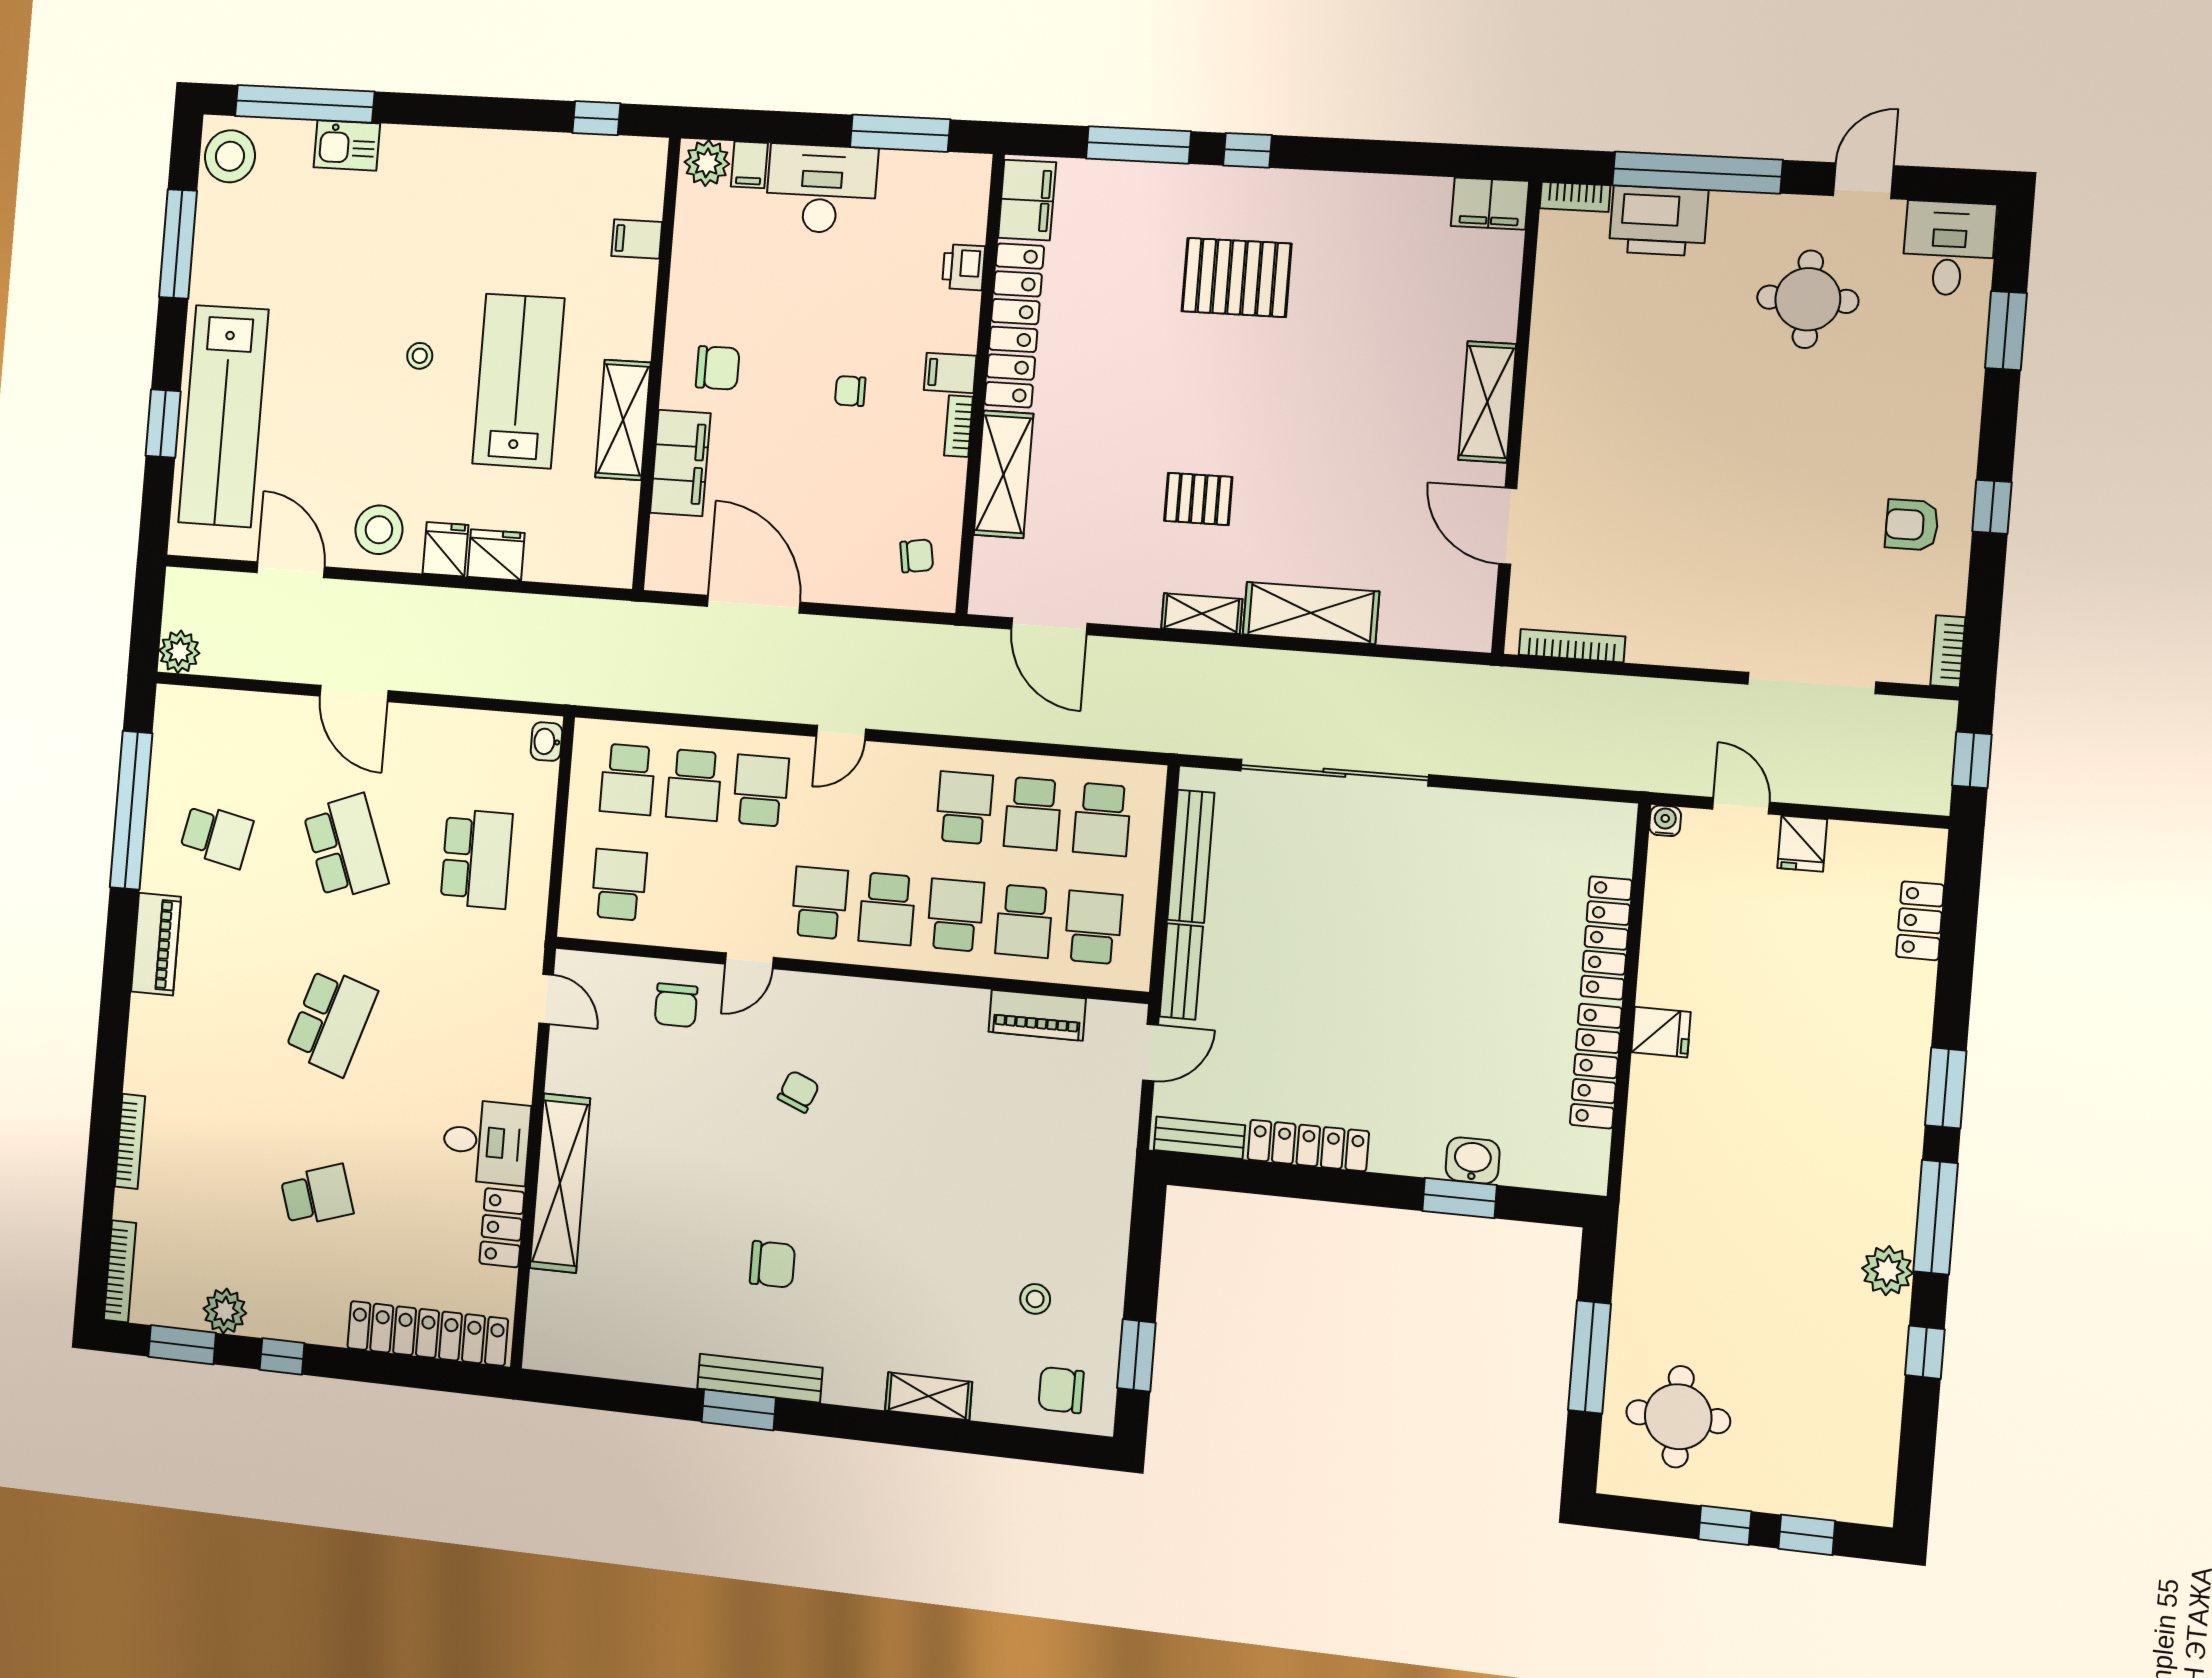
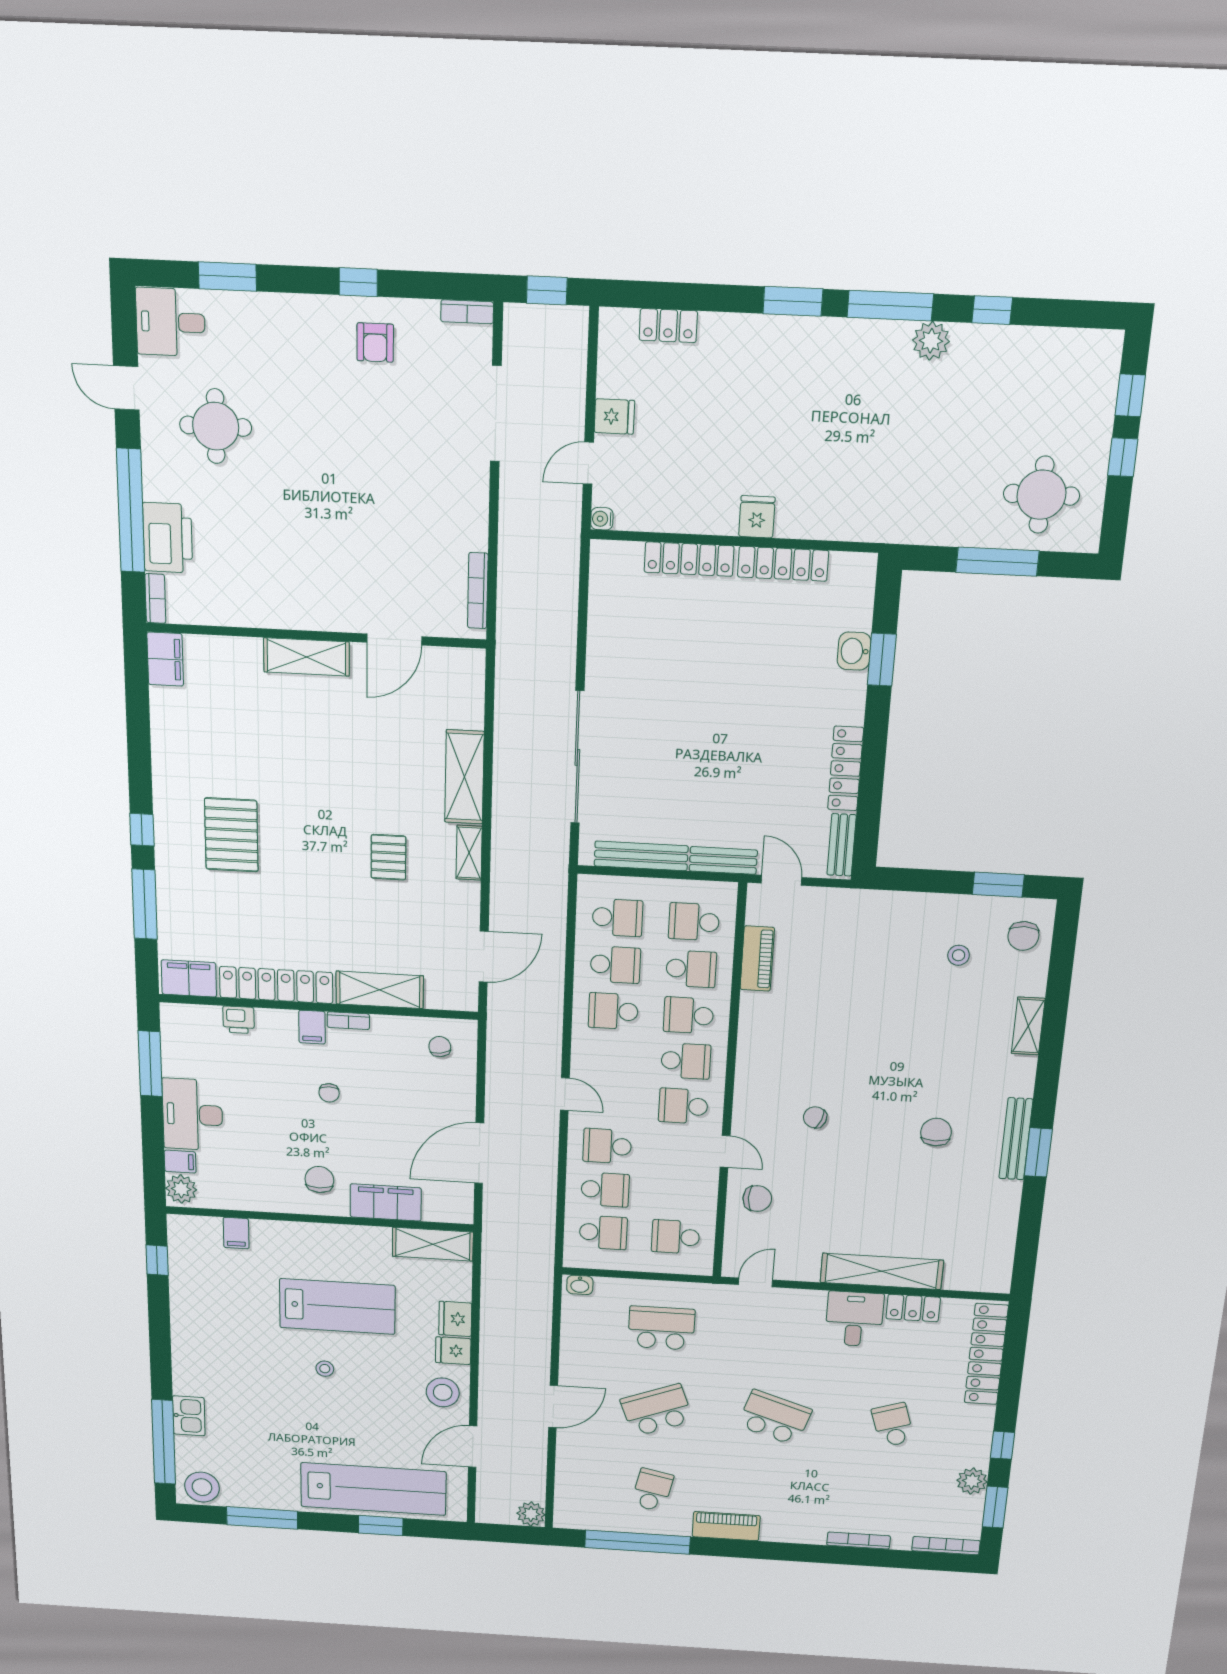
lab bench: (518, 381) -> (337, 1307), turned 180
shelving: (623, 420) -> (433, 1244), moved

